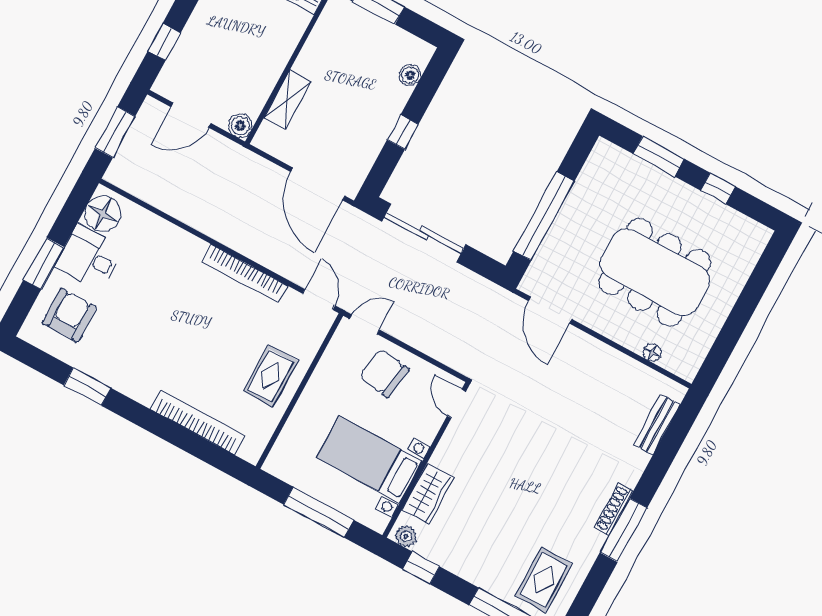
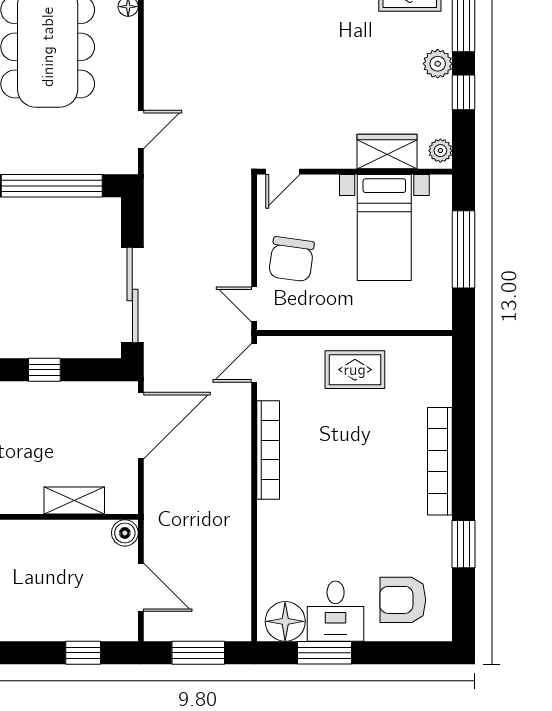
window: (44, 264) -> (324, 653), moved
door: (550, 310) -> (141, 129), width x0.73
bookcase: (198, 423) -> (440, 461), moved
window: (421, 568) -> (463, 92), moved
plant: (475, 571) -> (438, 64), added

